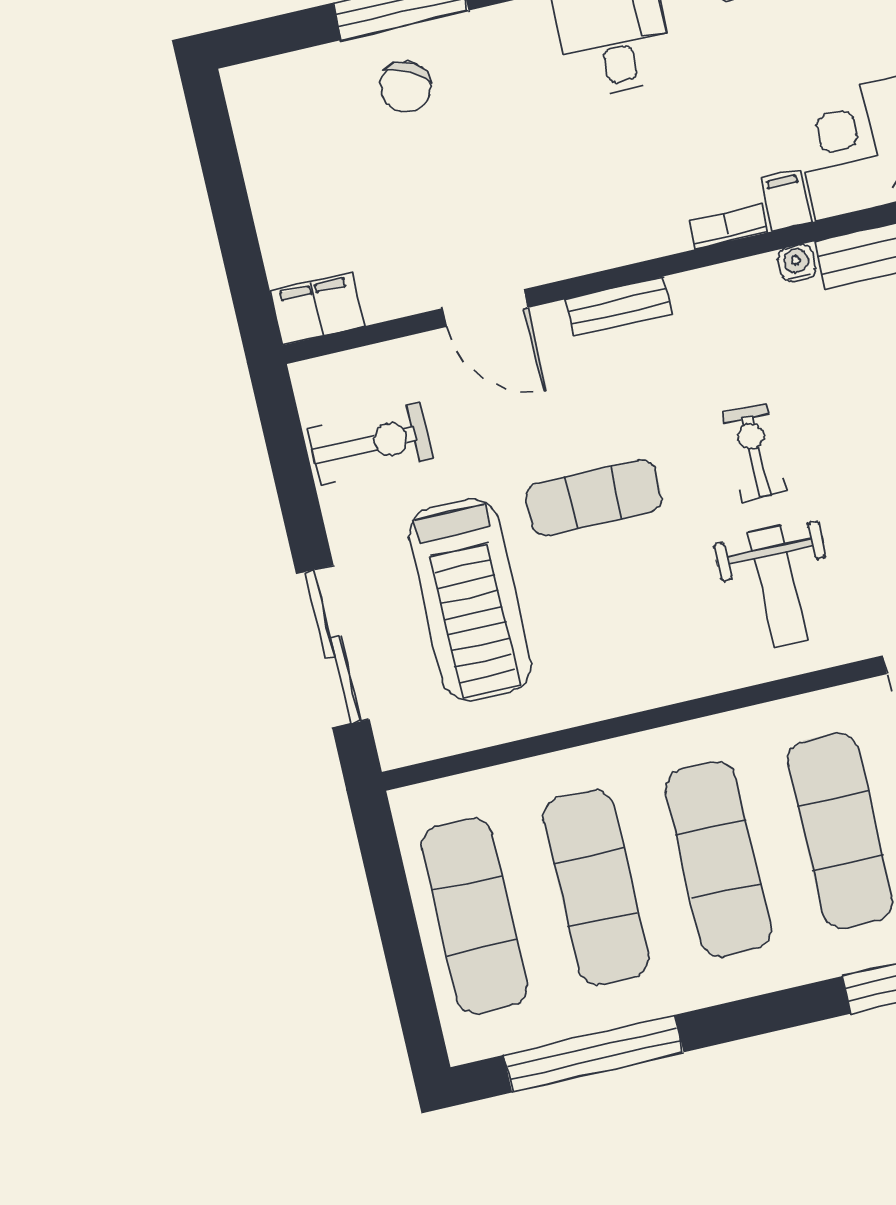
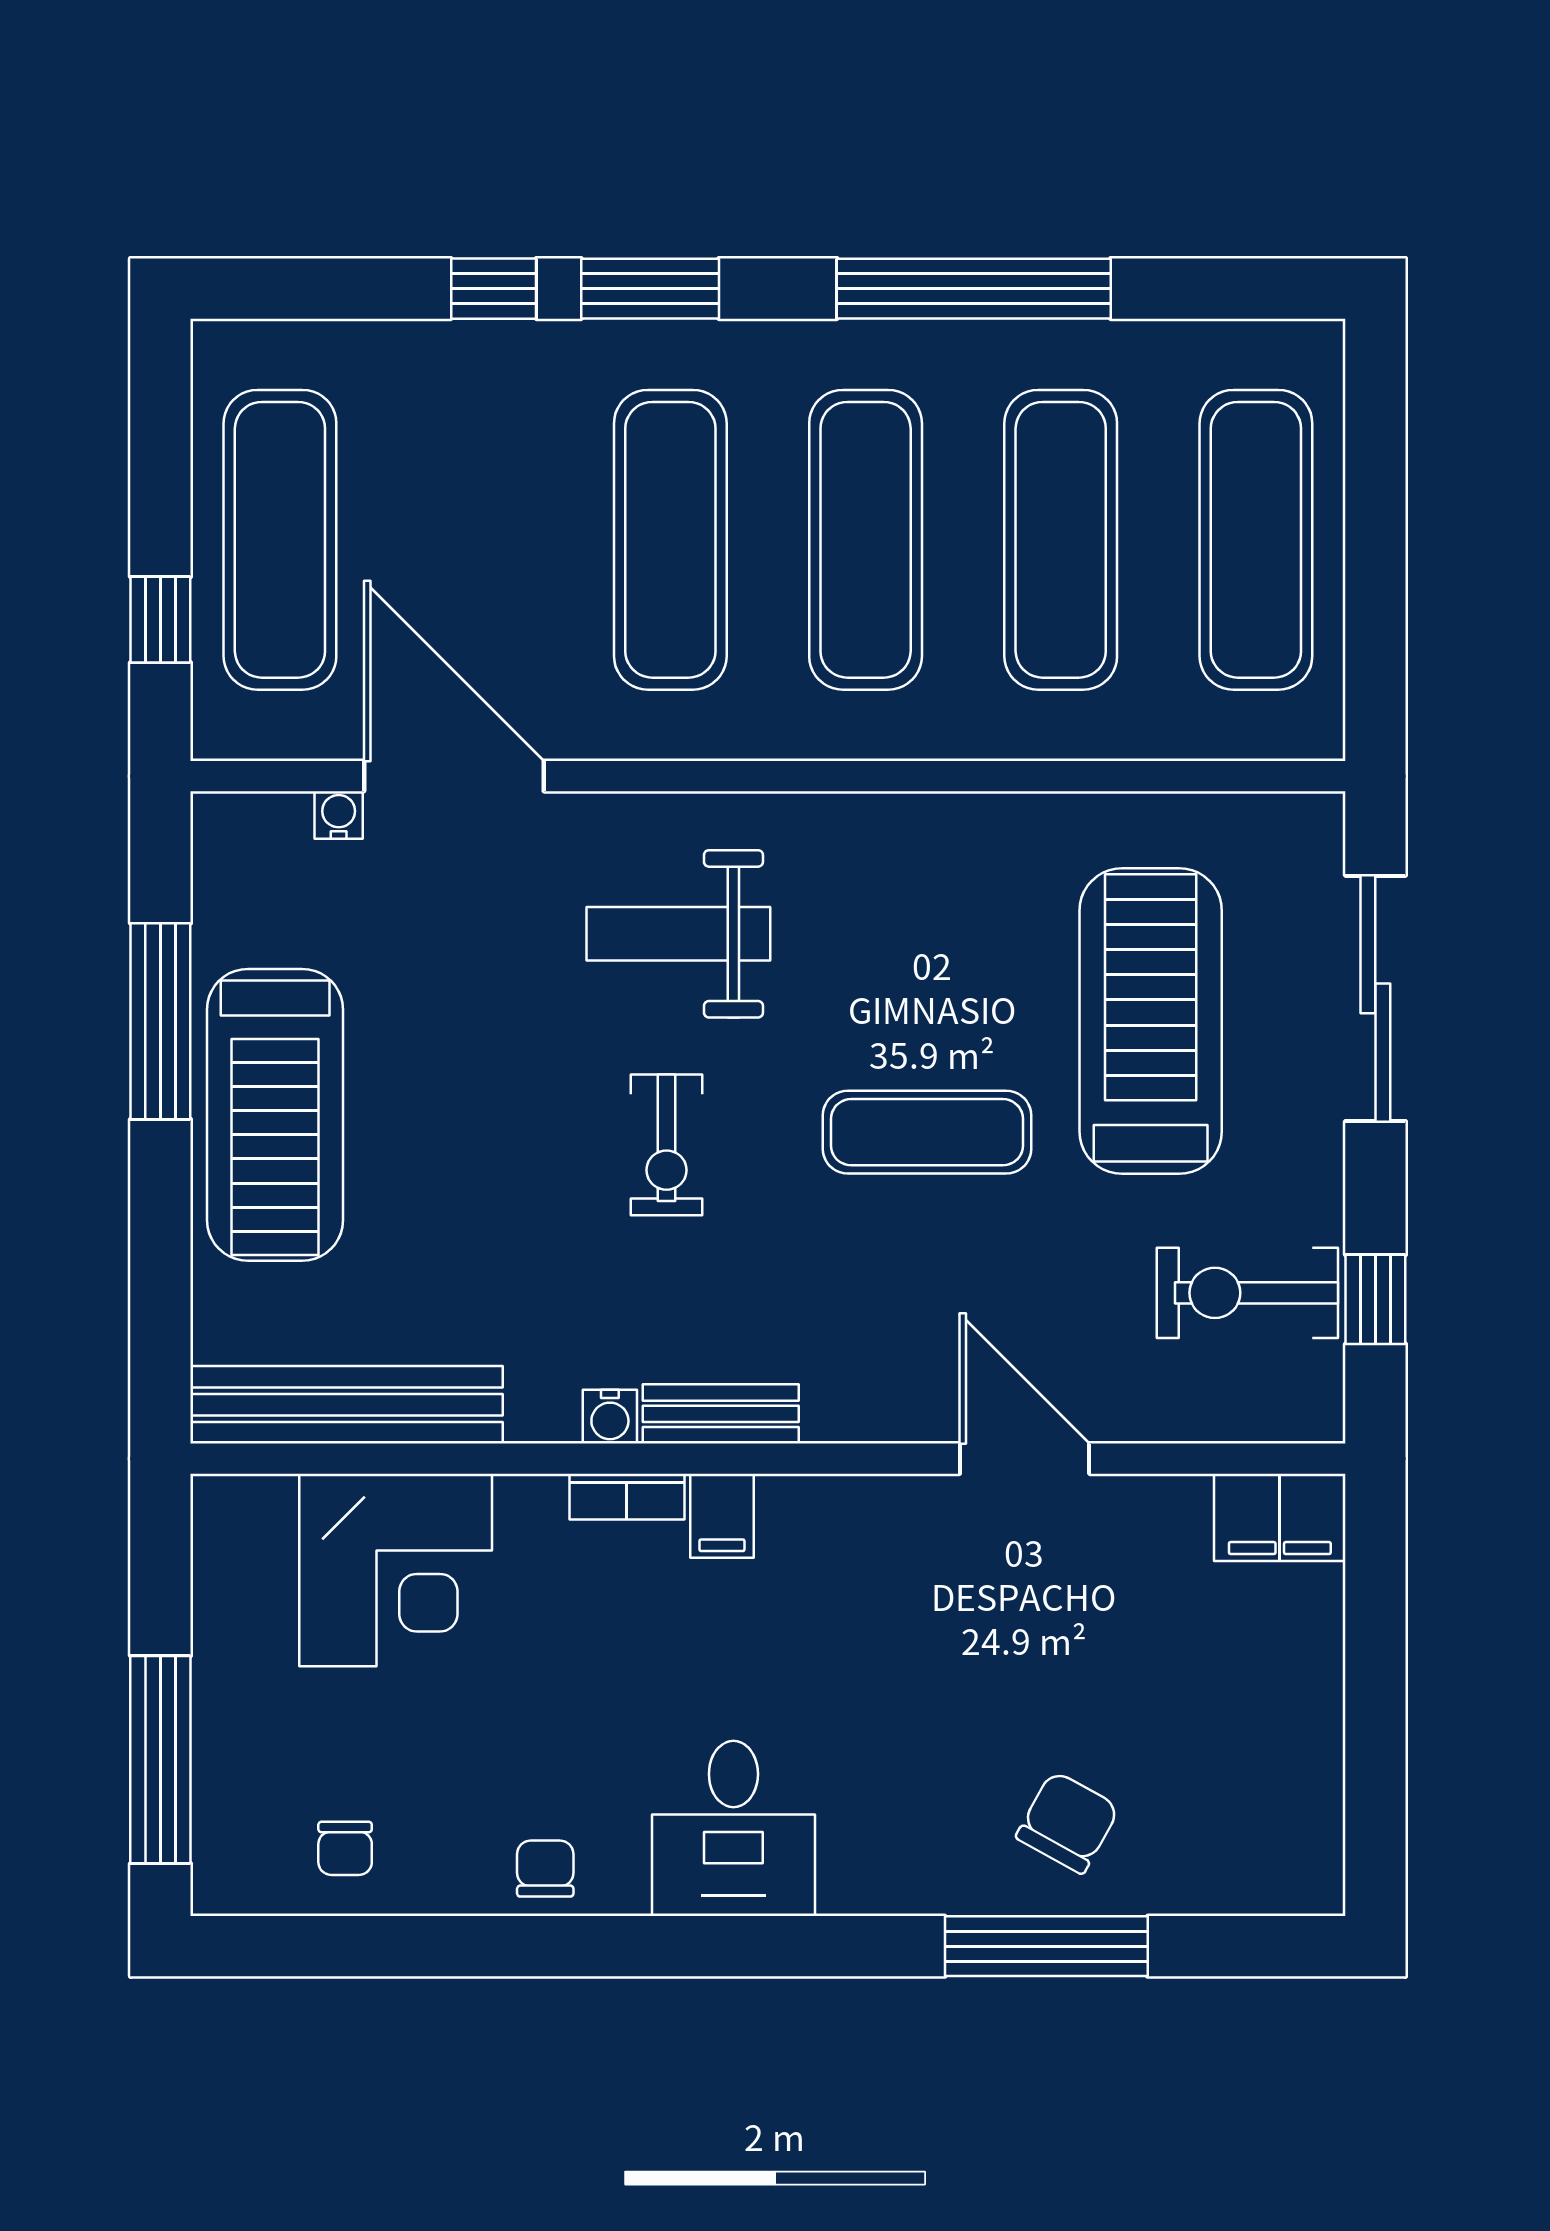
filing cabinet: (786, 200) -> (722, 1516), moved
water cooler: (797, 263) -> (610, 1417), moved
bench: (619, 306) -> (721, 1414), moved
window: (289, 459) -> (1375, 1299), added
weight bench: (778, 586) -> (678, 934), turned -90
window: (594, 1054) -> (974, 289), moved

